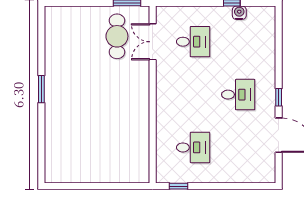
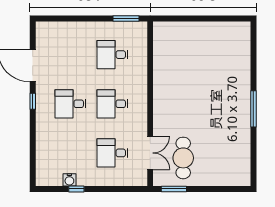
window: (41, 89) -> (253, 109), width x1.44
desk: (193, 95) -> (112, 104), added
window: (178, 186) -> (126, 19), width x1.50

